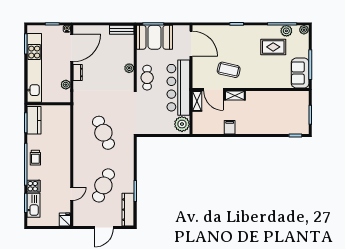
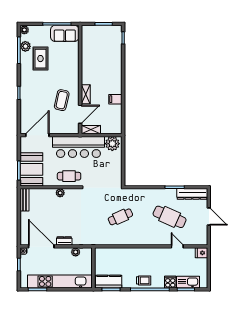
cafe table: (103, 133) -> (120, 217), width x0.73, depth x0.74

